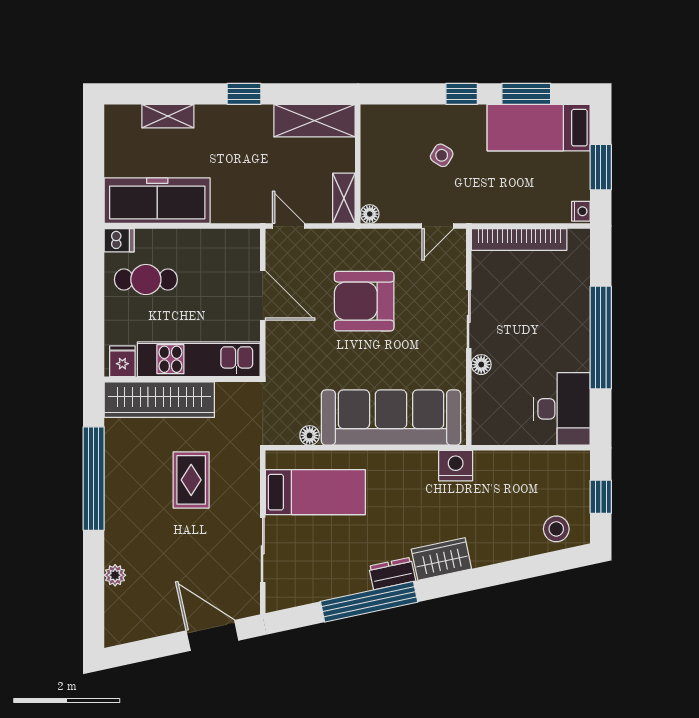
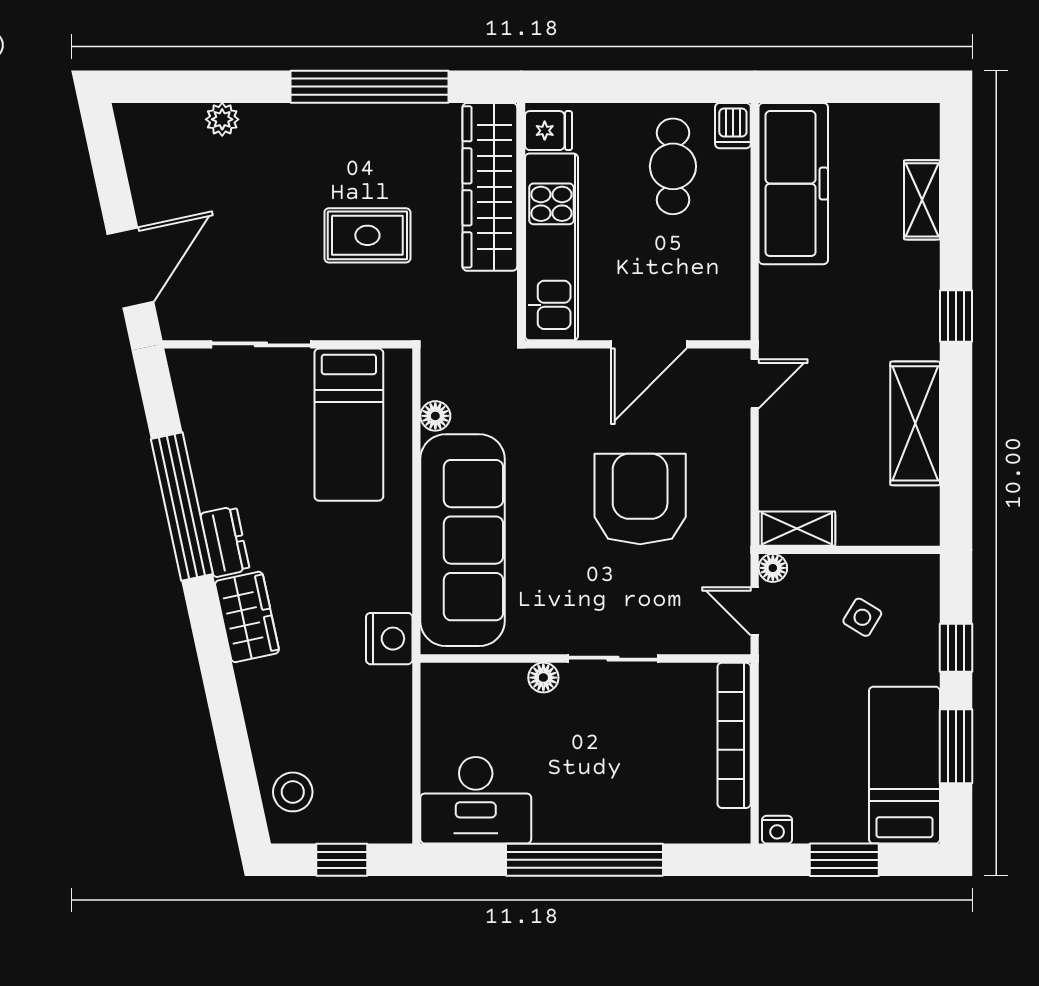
wall: (358, 164) -> (849, 550), moved
shelving: (344, 198) -> (797, 529), moved
floor lamp: (370, 214) -> (773, 568), moved

